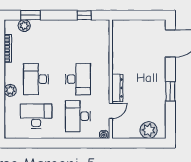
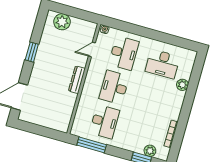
window: (84, 15) -> (92, 145), width x2.17
desk: (36, 79) -> (104, 122), moved
dresser: (117, 88) -> (77, 80), moved
plant: (10, 90) -> (182, 85), moved

